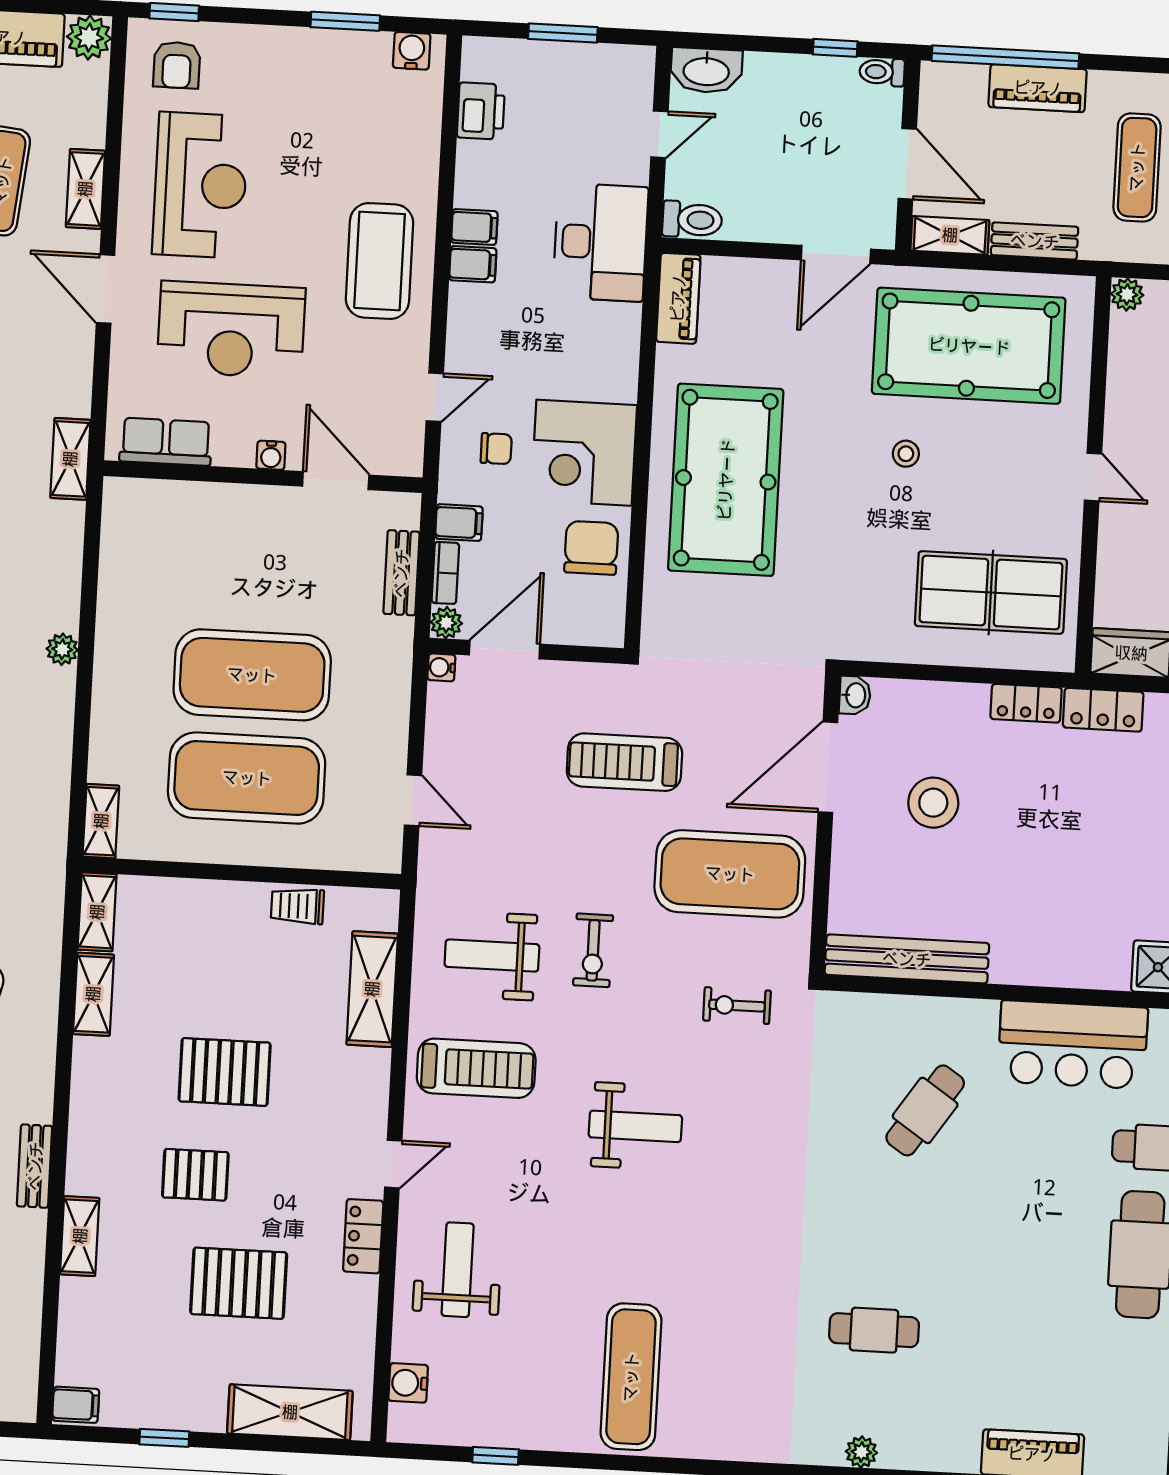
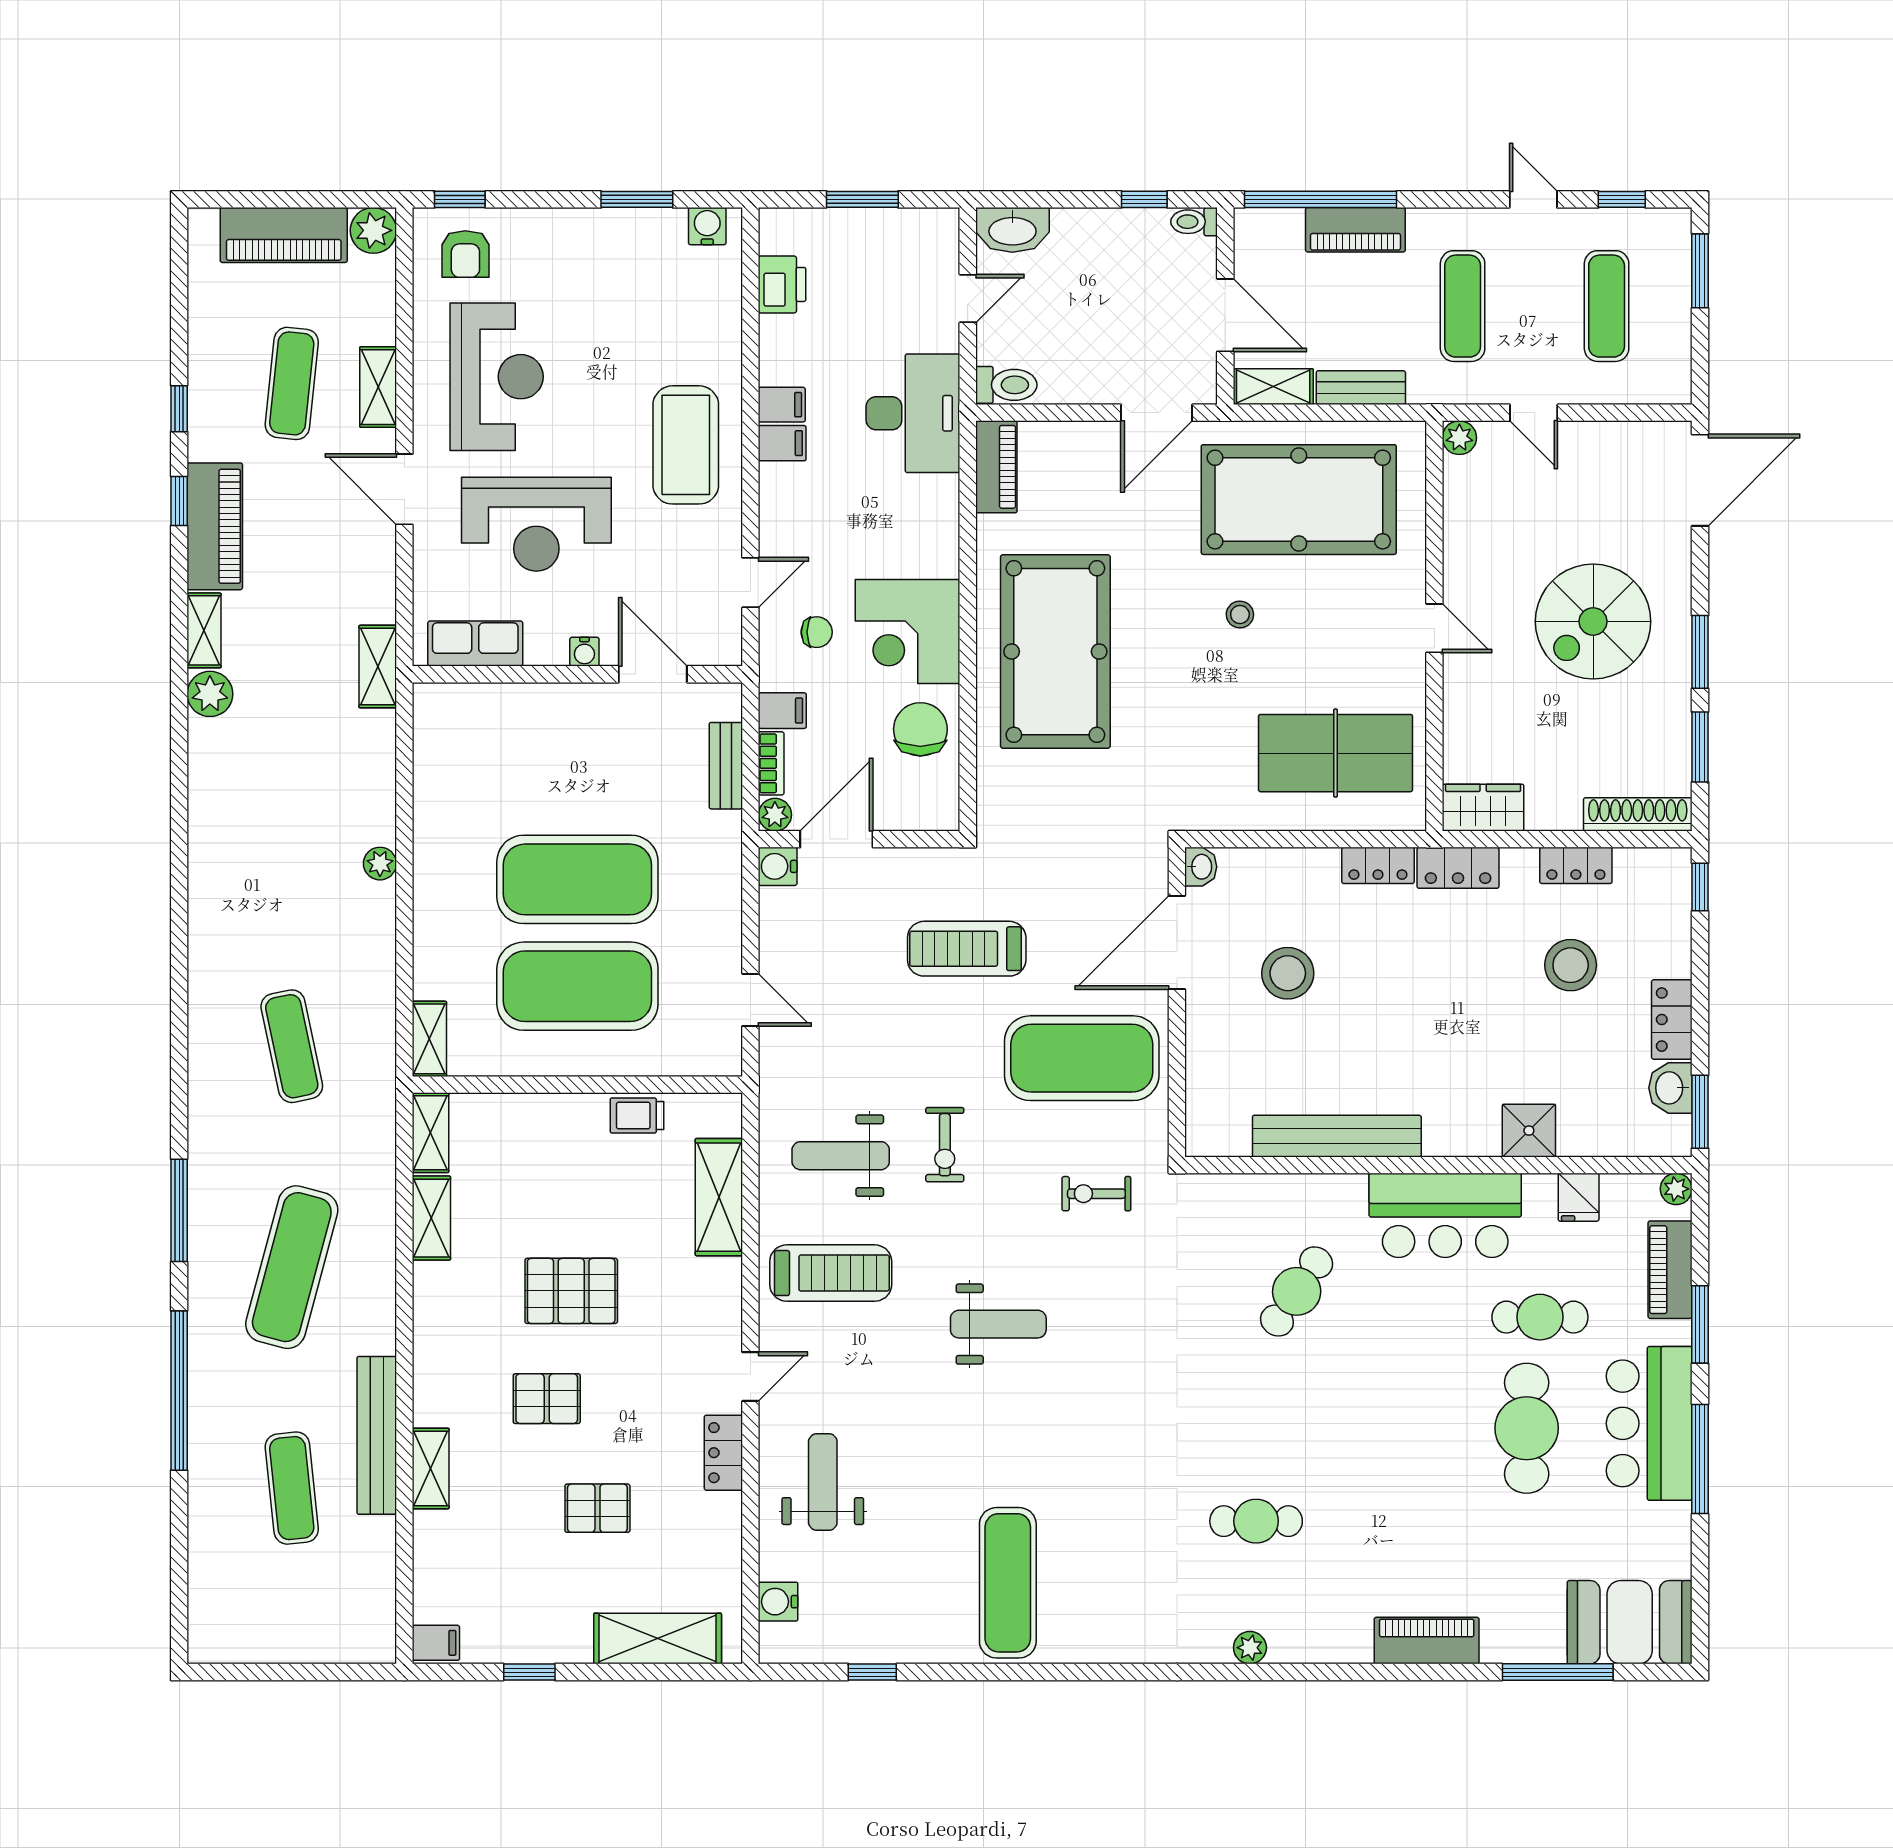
water cooler: (441, 667) -> (778, 866), width x1.38, depth x1.38
bench: (907, 959) -> (1337, 1136), moved
bench: (35, 1166) -> (377, 1435), width x1.86, depth x1.21
pallet: (239, 1283) -> (597, 1508), width x0.67, depth x0.71

